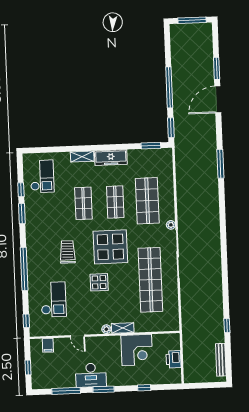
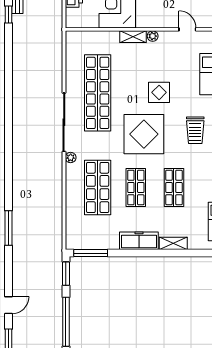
door: (218, 99) -> (8, 305), width x0.53
window: (151, 146) -> (91, 253), width x1.44
window: (227, 325) -> (8, 14), moved

